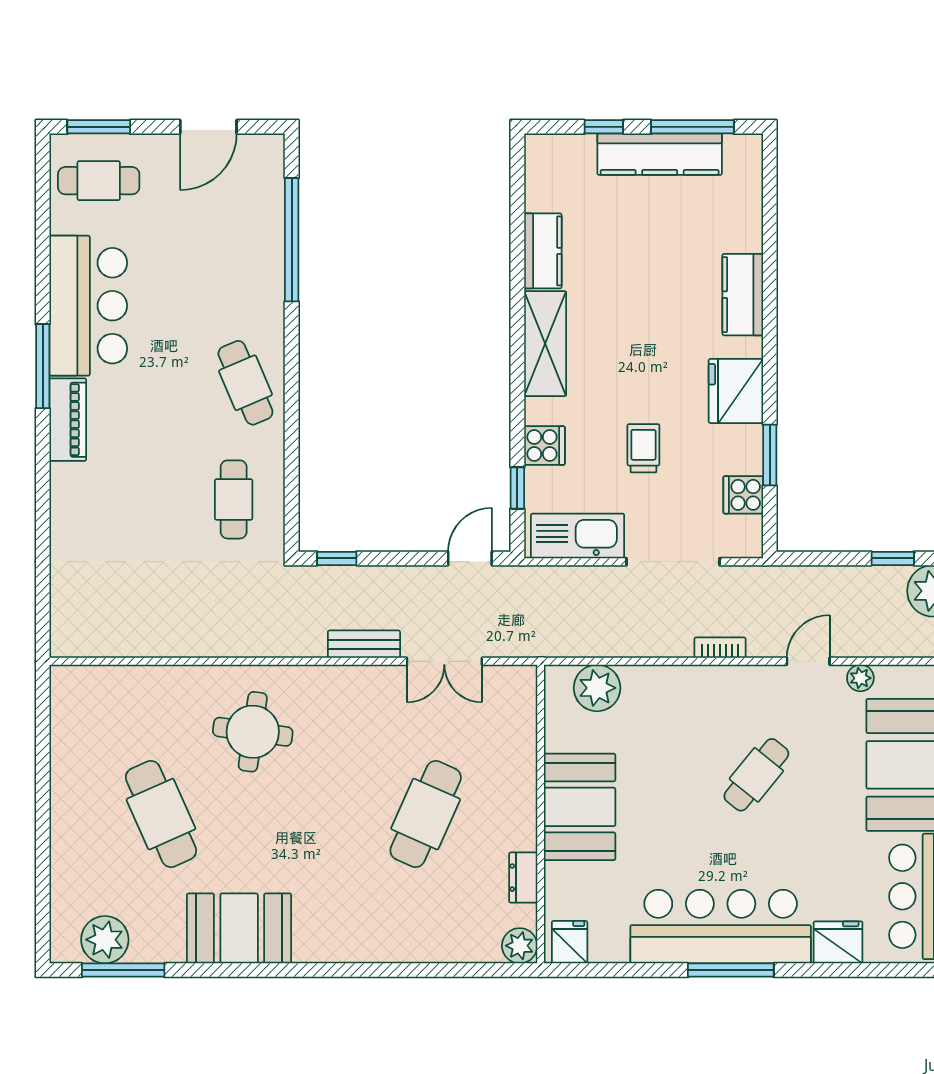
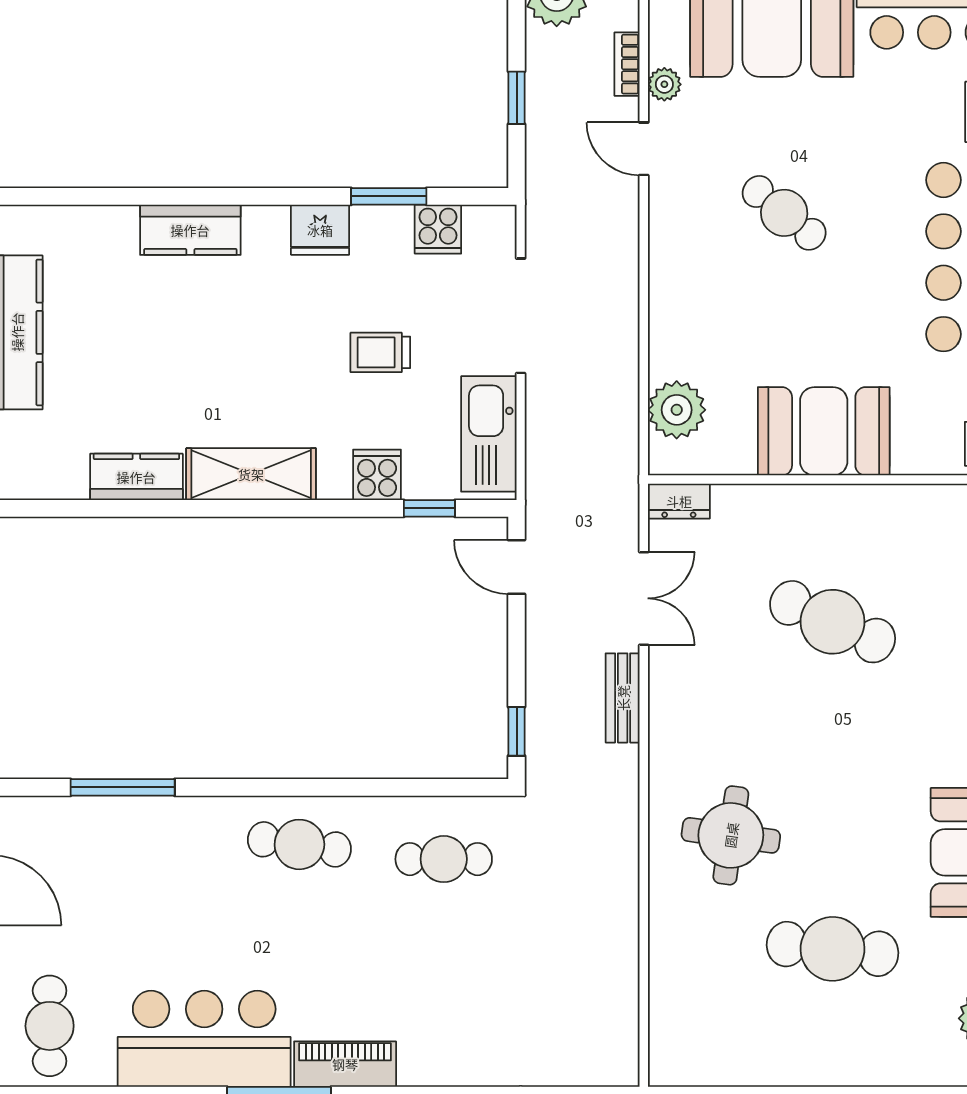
window: (292, 240) -> (123, 787), width x0.68
cafe table: (245, 383) -> (299, 844), turned 31
fridge: (736, 391) -> (320, 230), width x0.73, depth x0.75
window: (893, 558) -> (517, 98), moved
bookcase: (720, 648) -> (627, 64), moved
cafe table: (161, 814) -> (833, 949), turned 30
dresser: (523, 878) -> (679, 501), moved

